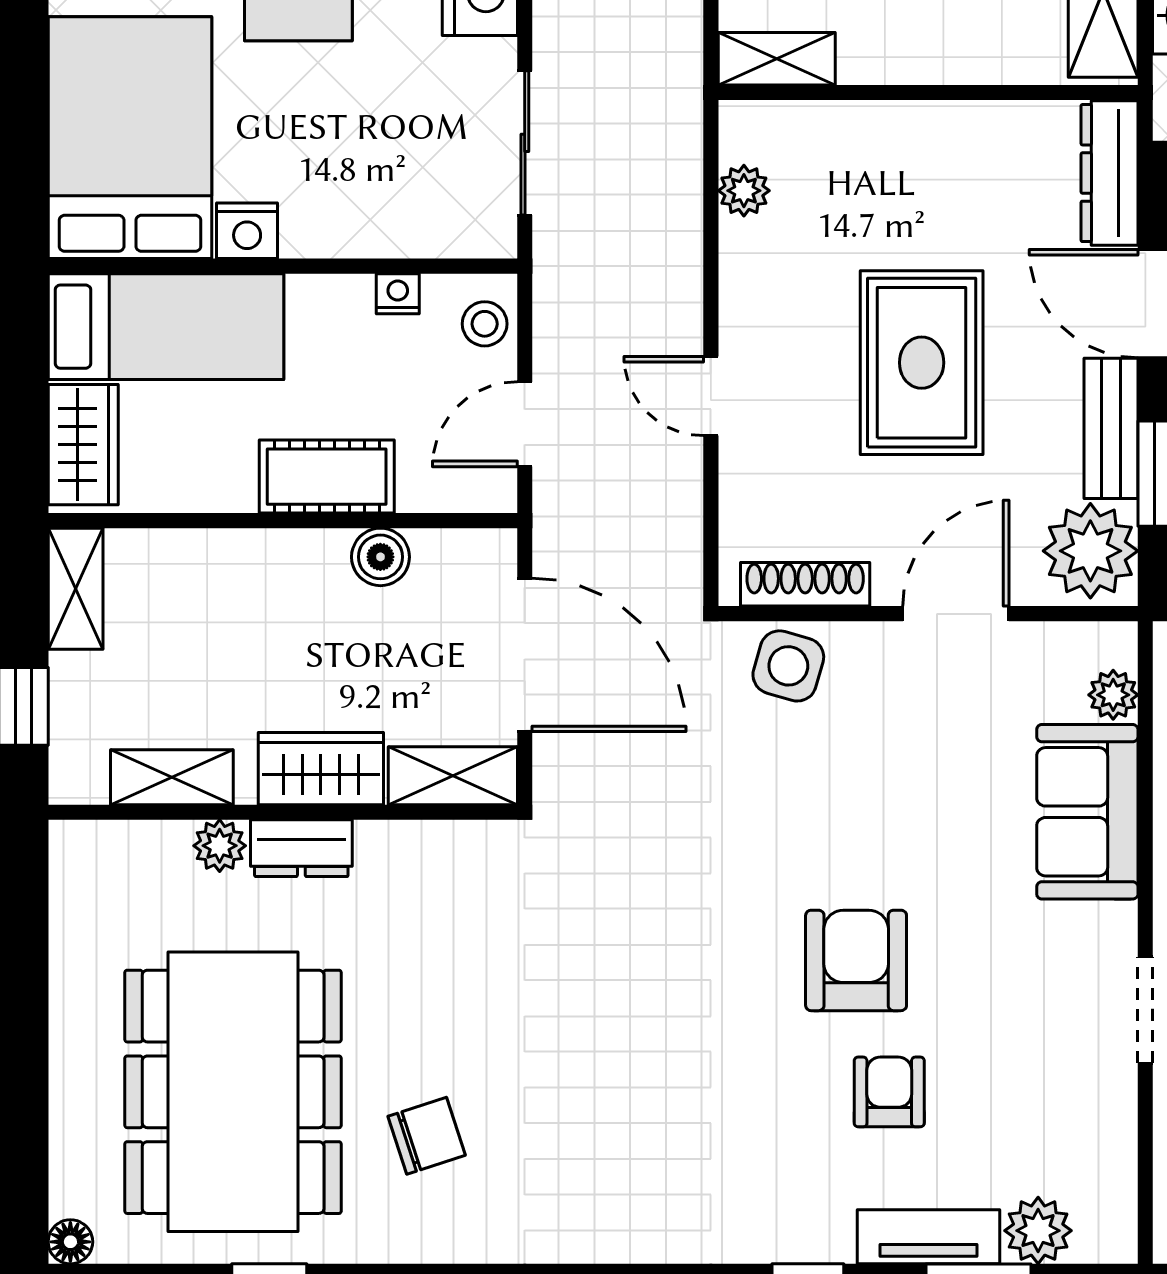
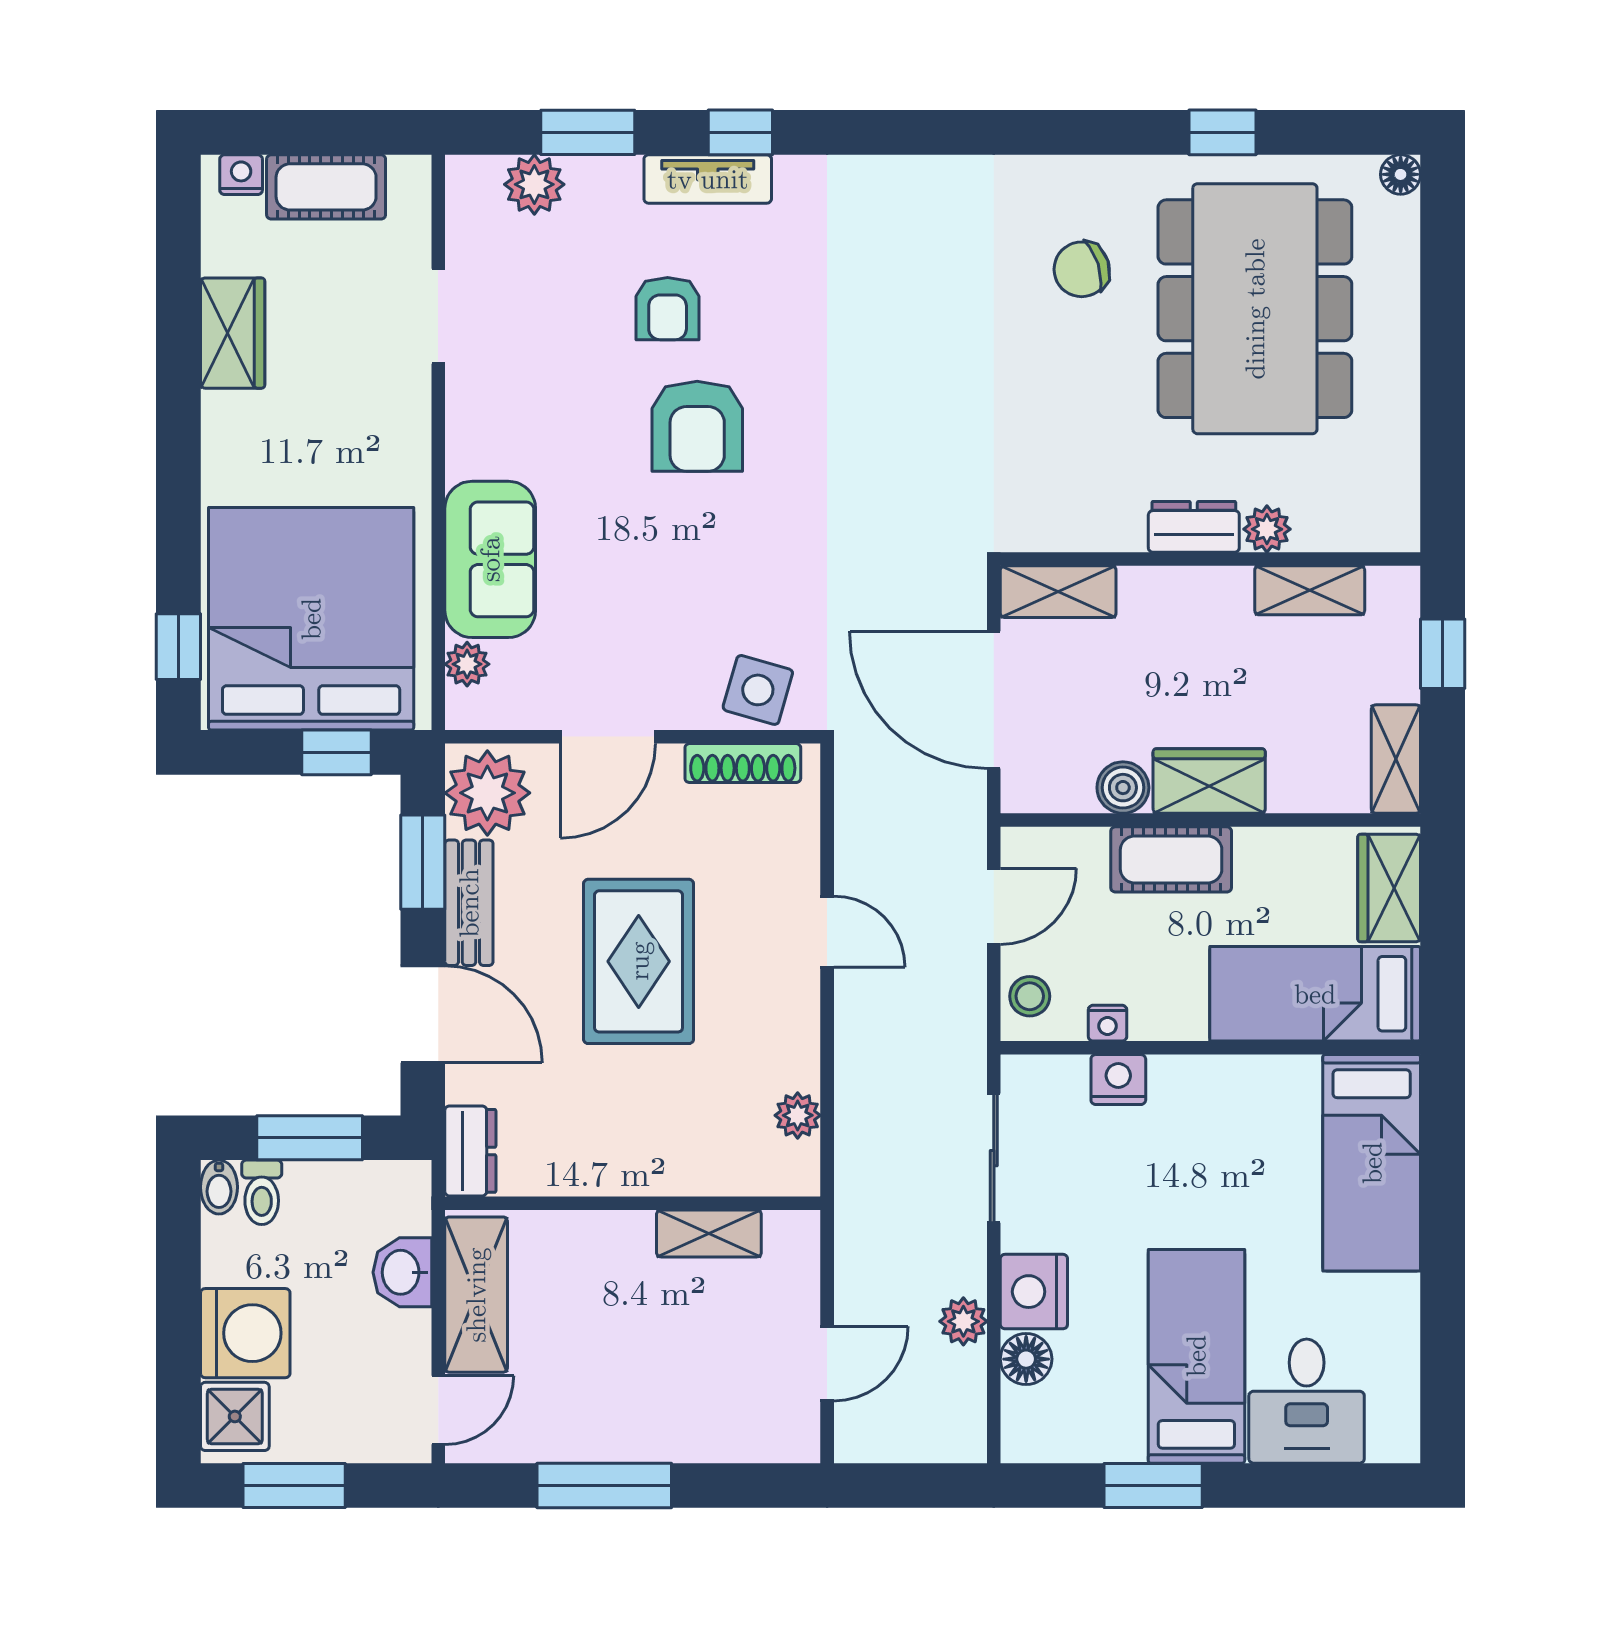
shelving: (777, 59) -> (709, 1233), moved
bed: (130, 138) -> (1372, 1163), width x0.67
dresser: (1109, 173) -> (470, 1151), width x0.70
nightstand: (247, 231) -> (1118, 1080), moved
wardrobe: (321, 769) -> (1209, 781), moved, turned 180
doorway: (1145, 1010) -> (438, 316), moved
tv unit: (929, 1237) -> (708, 179), moved

